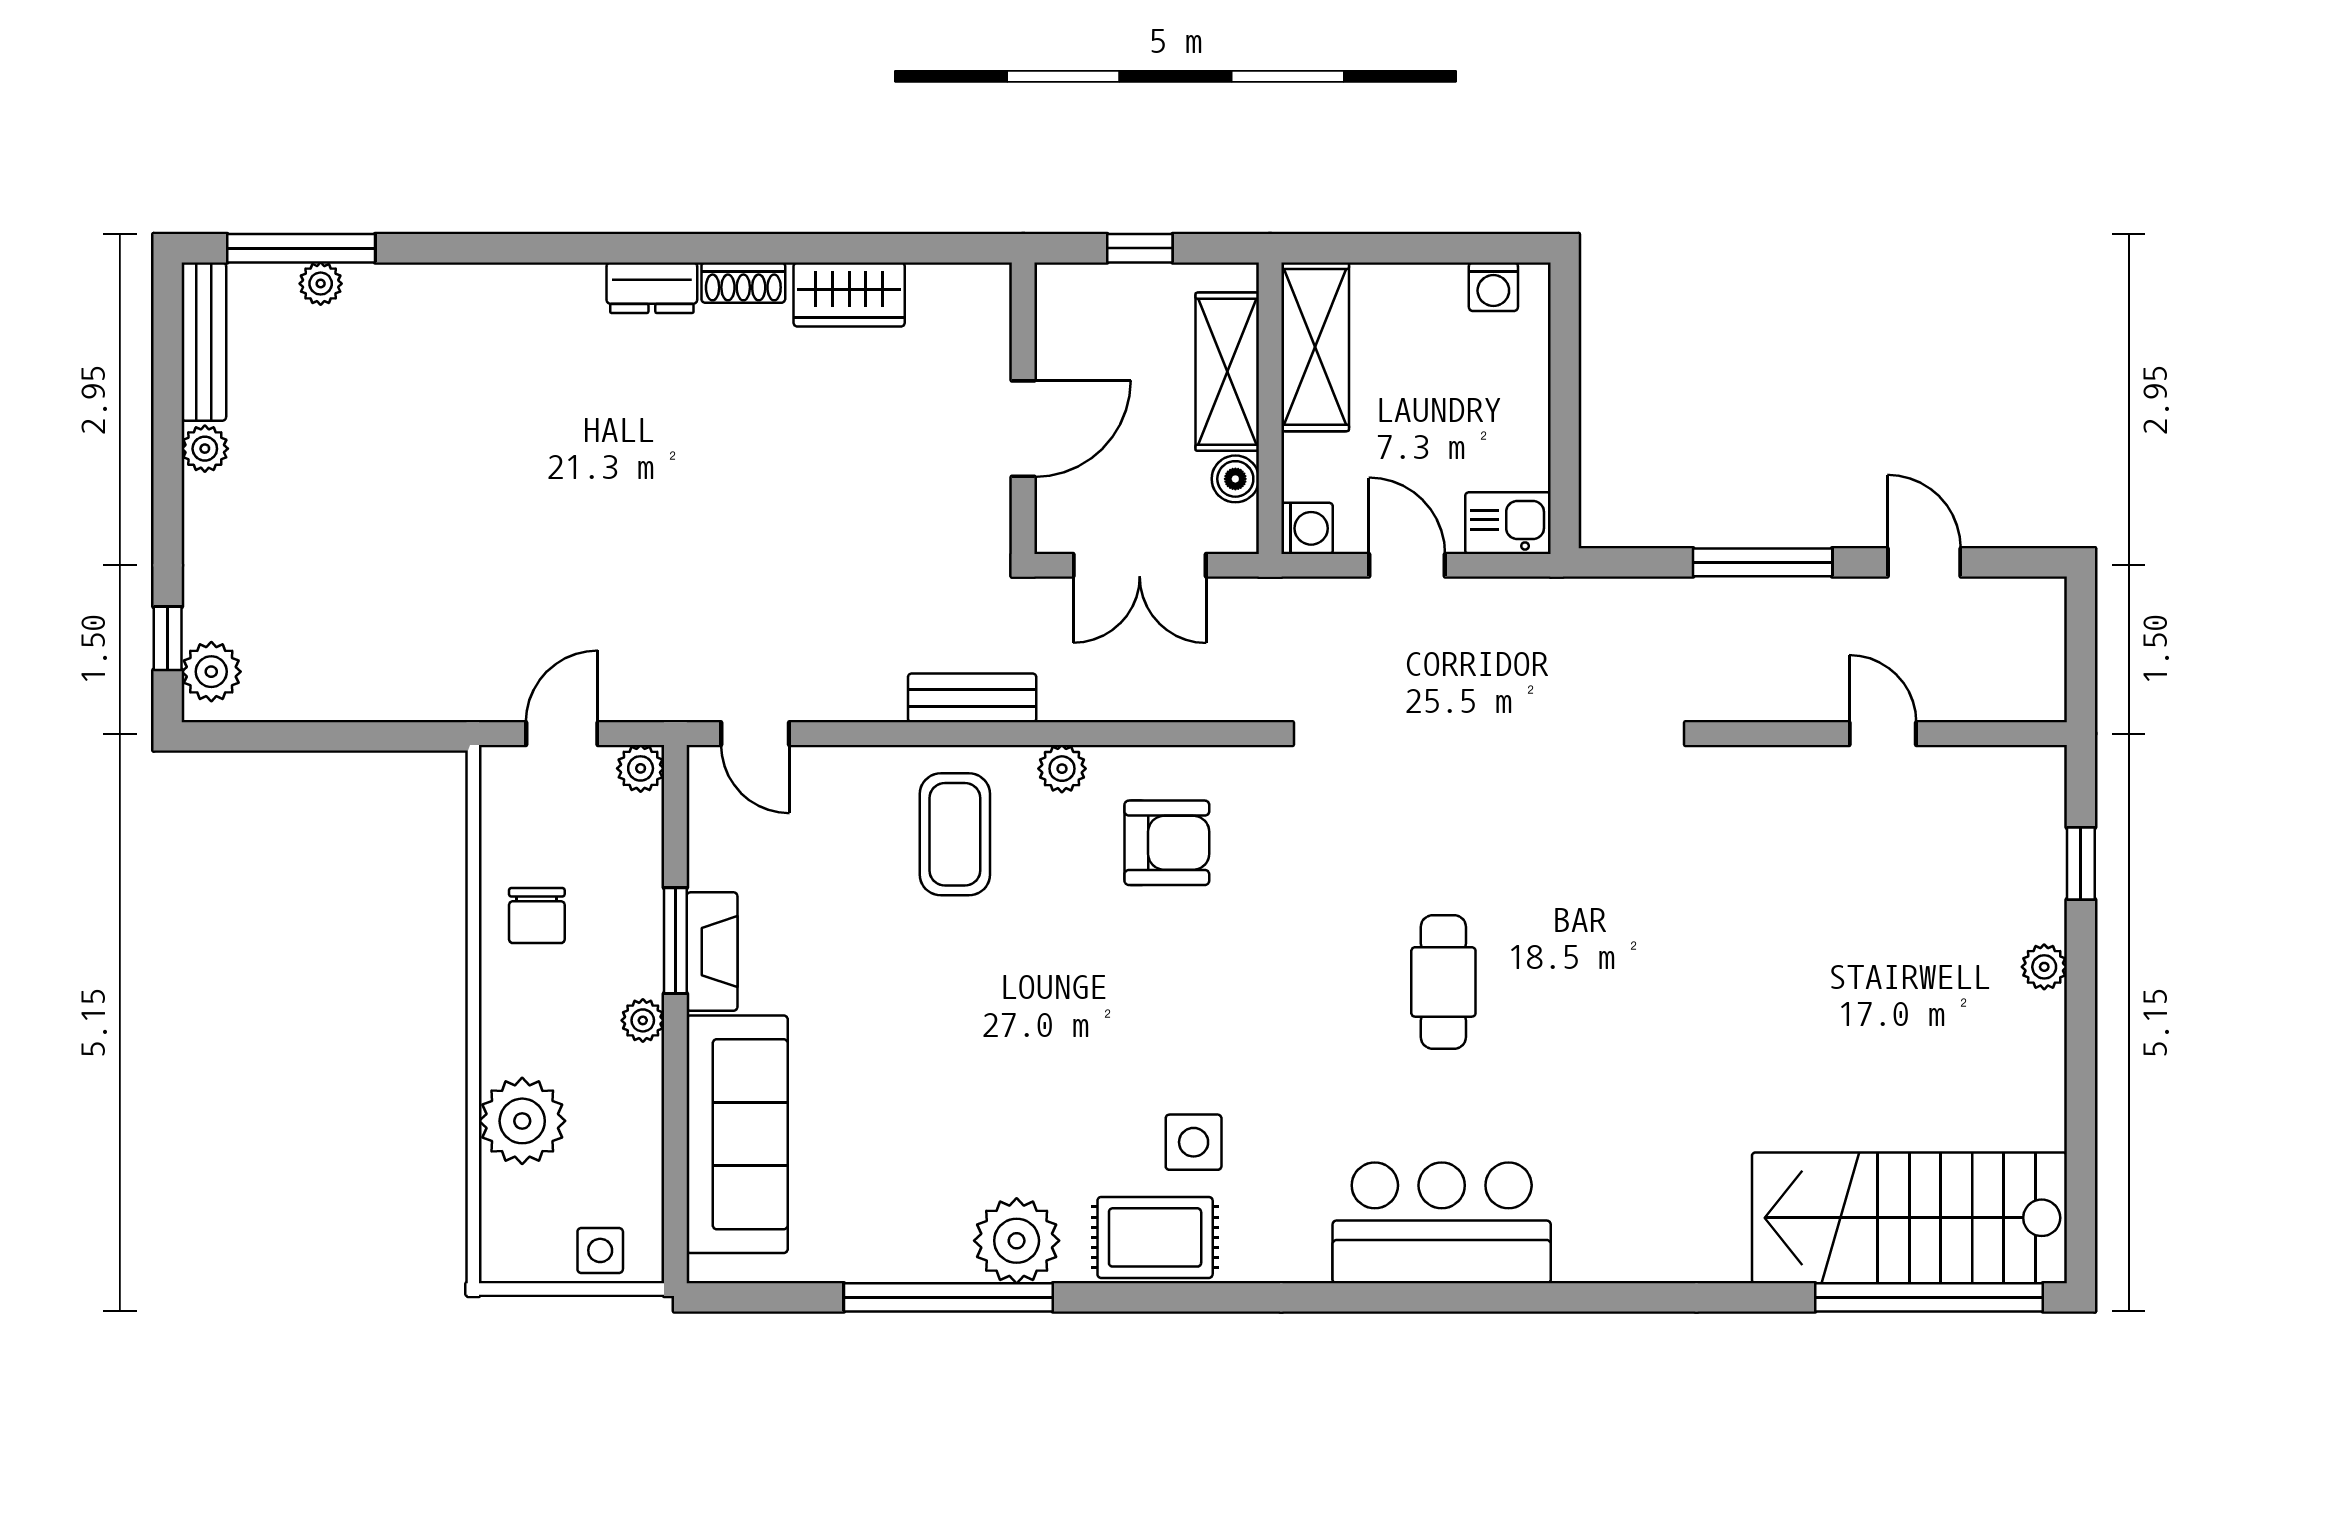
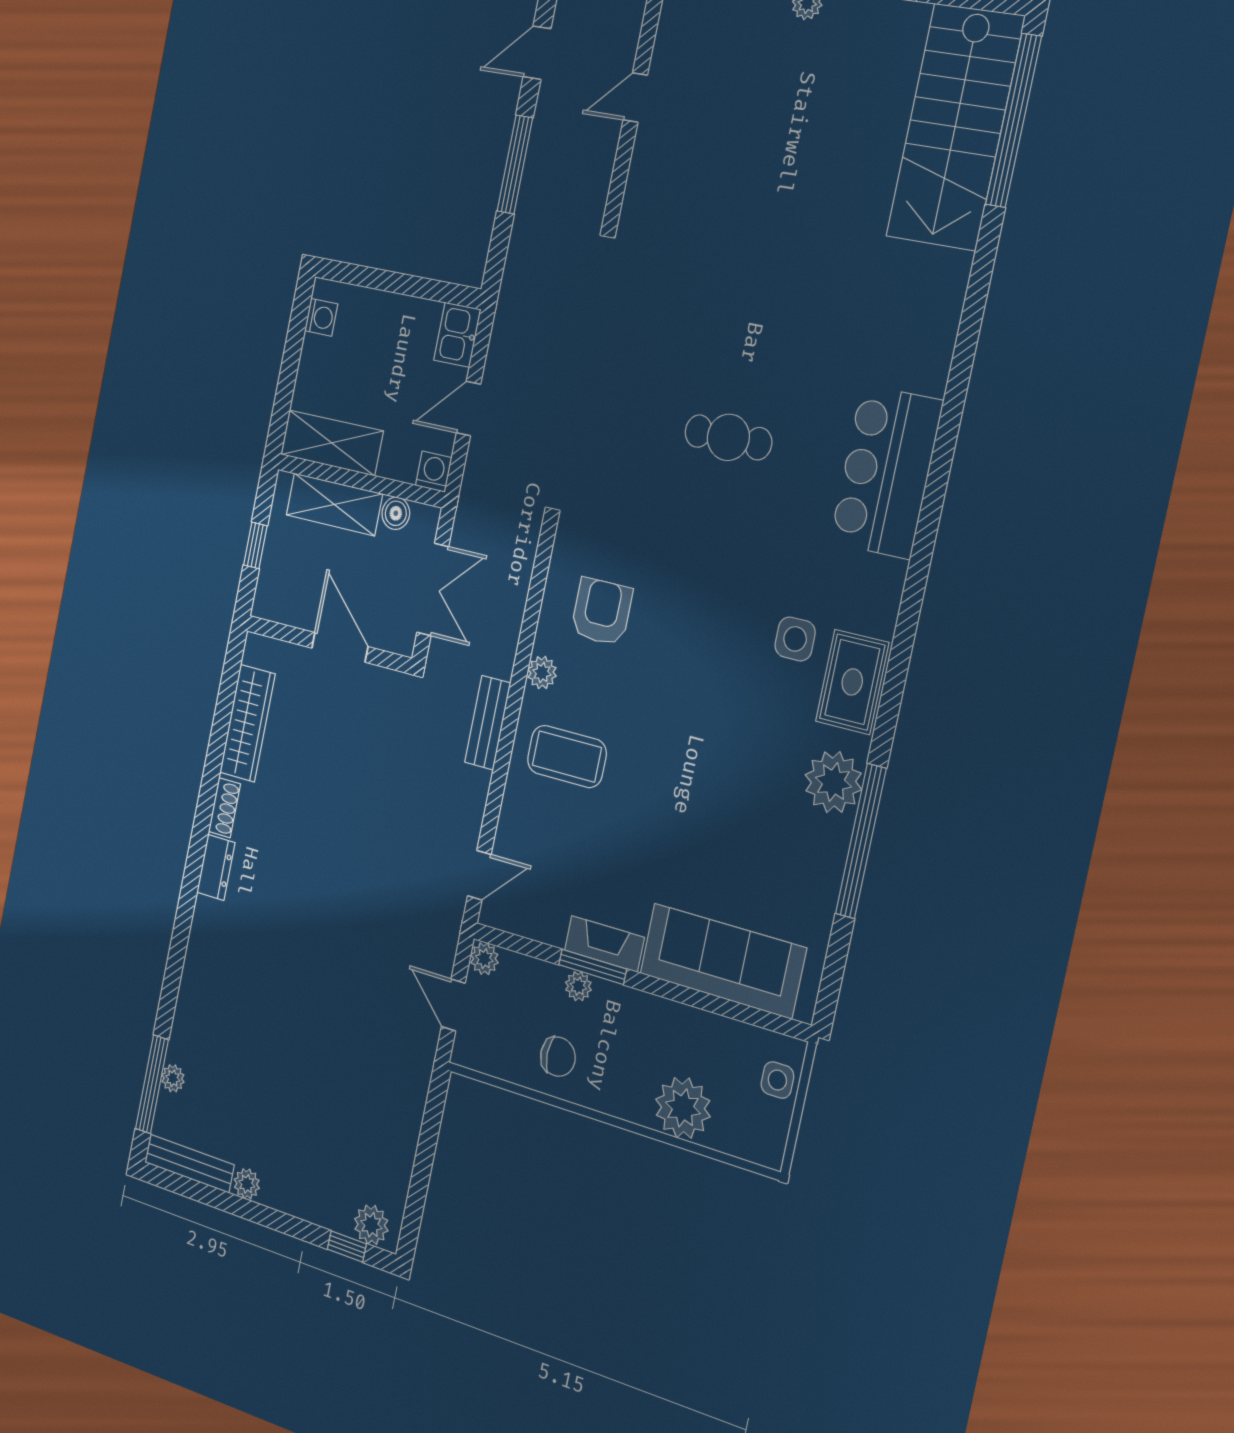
wardrobe: (849, 294) -> (247, 723), width x1.50
plant: (643, 1020) -> (578, 986), moved

